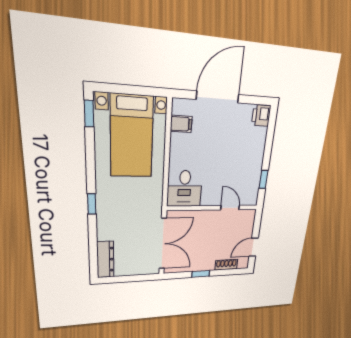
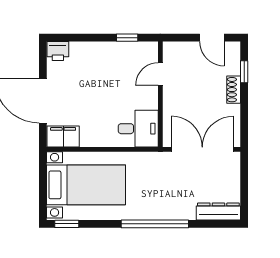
filing cabinet: (181, 124) -> (63, 136), width x2.00
window: (92, 204) -> (155, 224), width x3.17
shoe rack: (226, 265) -> (234, 90), moved
window: (201, 274) -> (244, 72), moved

